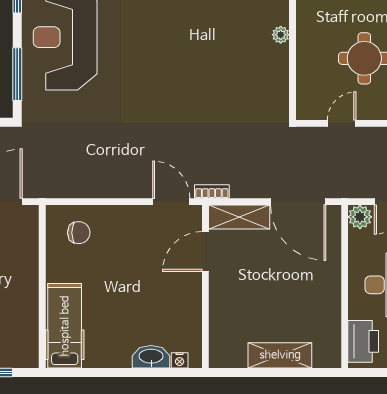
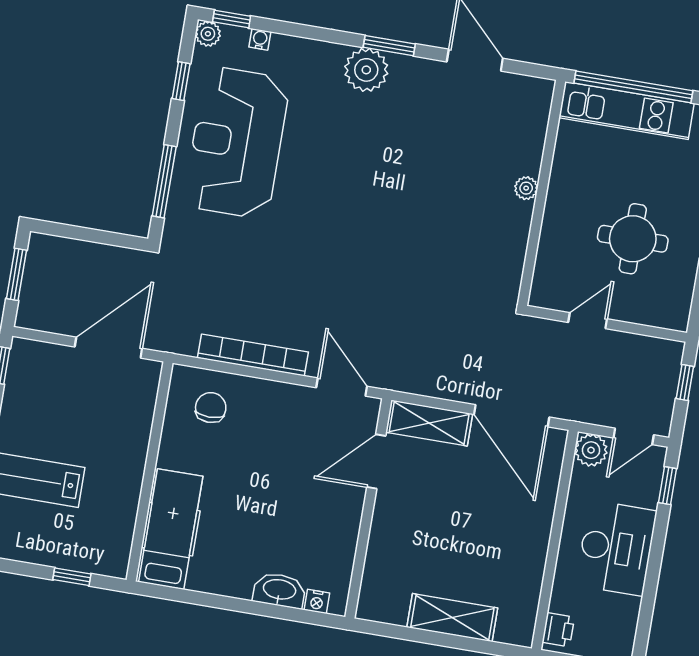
bookcase: (212, 191) -> (253, 355), moved, width x2.31, depth x1.31
chair: (79, 233) -> (211, 408), turned -90
printer: (363, 341) -> (558, 630), width x0.53, depth x0.68

